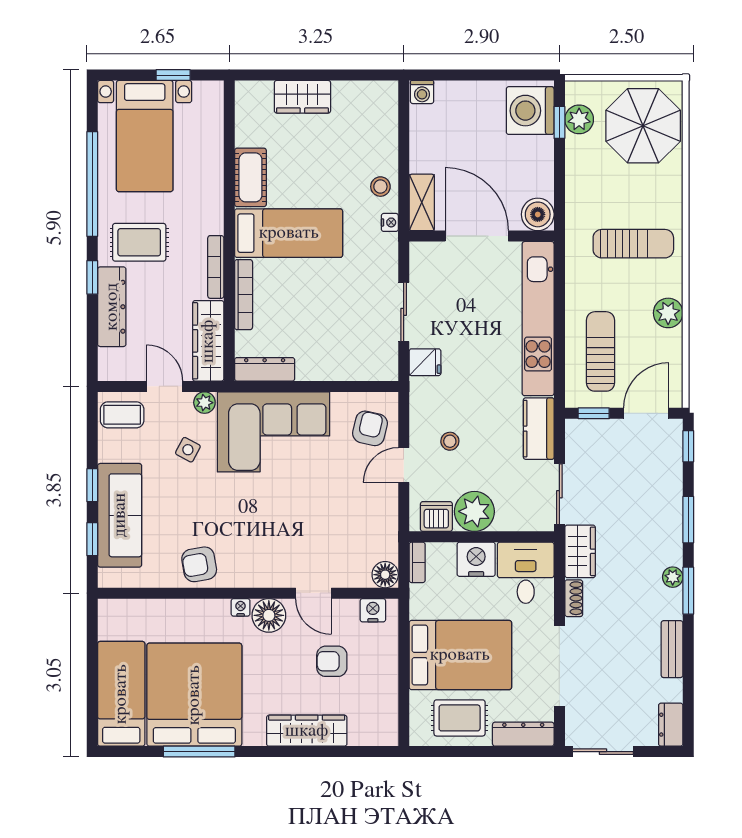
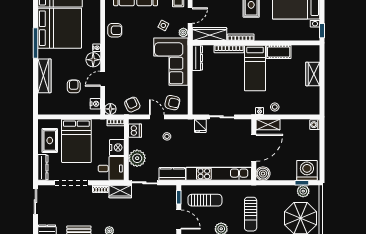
window: (173, 75) -> (322, 31), moved
plant: (474, 511) -> (137, 158), moved
armchair: (375, 523) -> (132, 105), added
armchair: (199, 564) -> (115, 30), turned 100
window: (199, 752) -> (35, 43), moved

